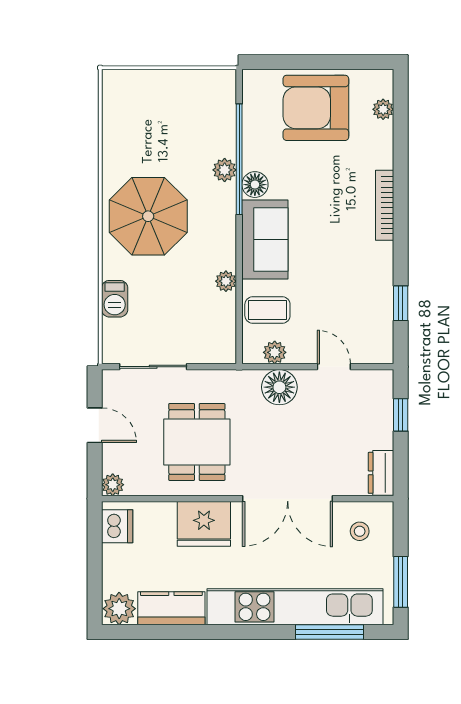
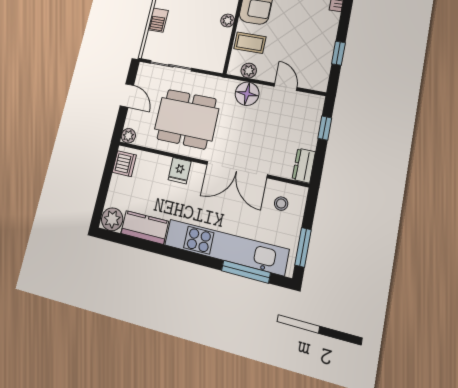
dining table: (197, 442) -> (187, 119), width x1.38
fridge: (204, 524) -> (180, 171), width x0.53, depth x0.75

